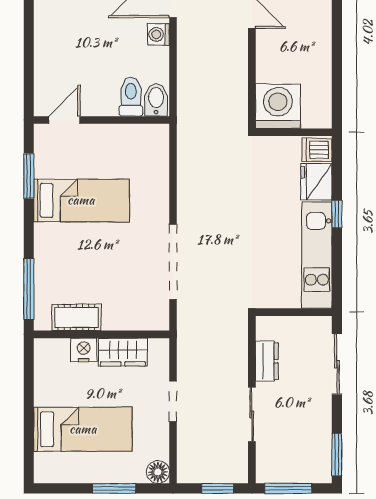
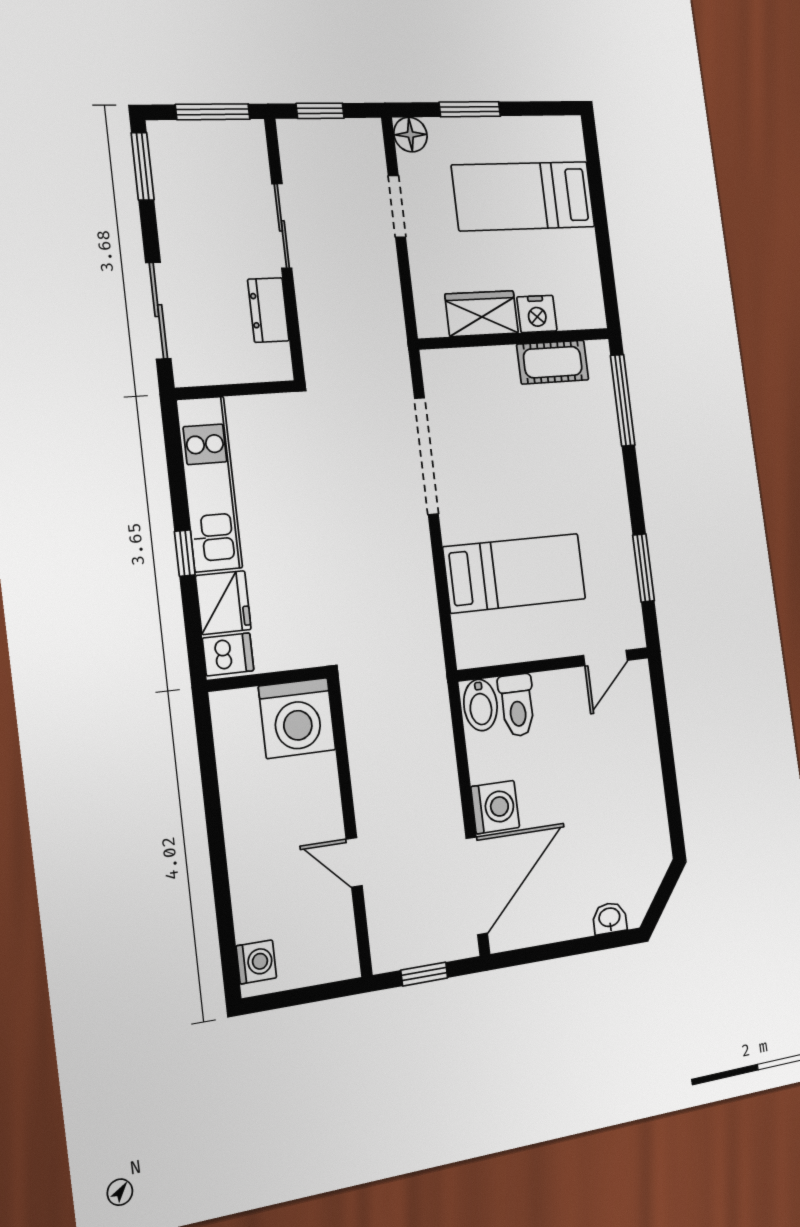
washing machine: (158, 34) -> (495, 807), width x1.38, depth x1.38
bed: (81, 200) -> (515, 573), moved, turned 180
doorway: (173, 401) -> (397, 206), moved

